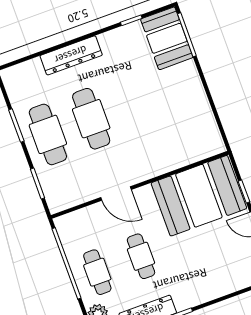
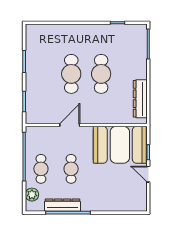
booth: (167, 38) -> (135, 42), removed
dresser: (71, 55) -> (140, 99), moved, turned 90
cafe table: (48, 134) -> (101, 74), moved
door: (116, 193) -> (70, 125), swing flipped

